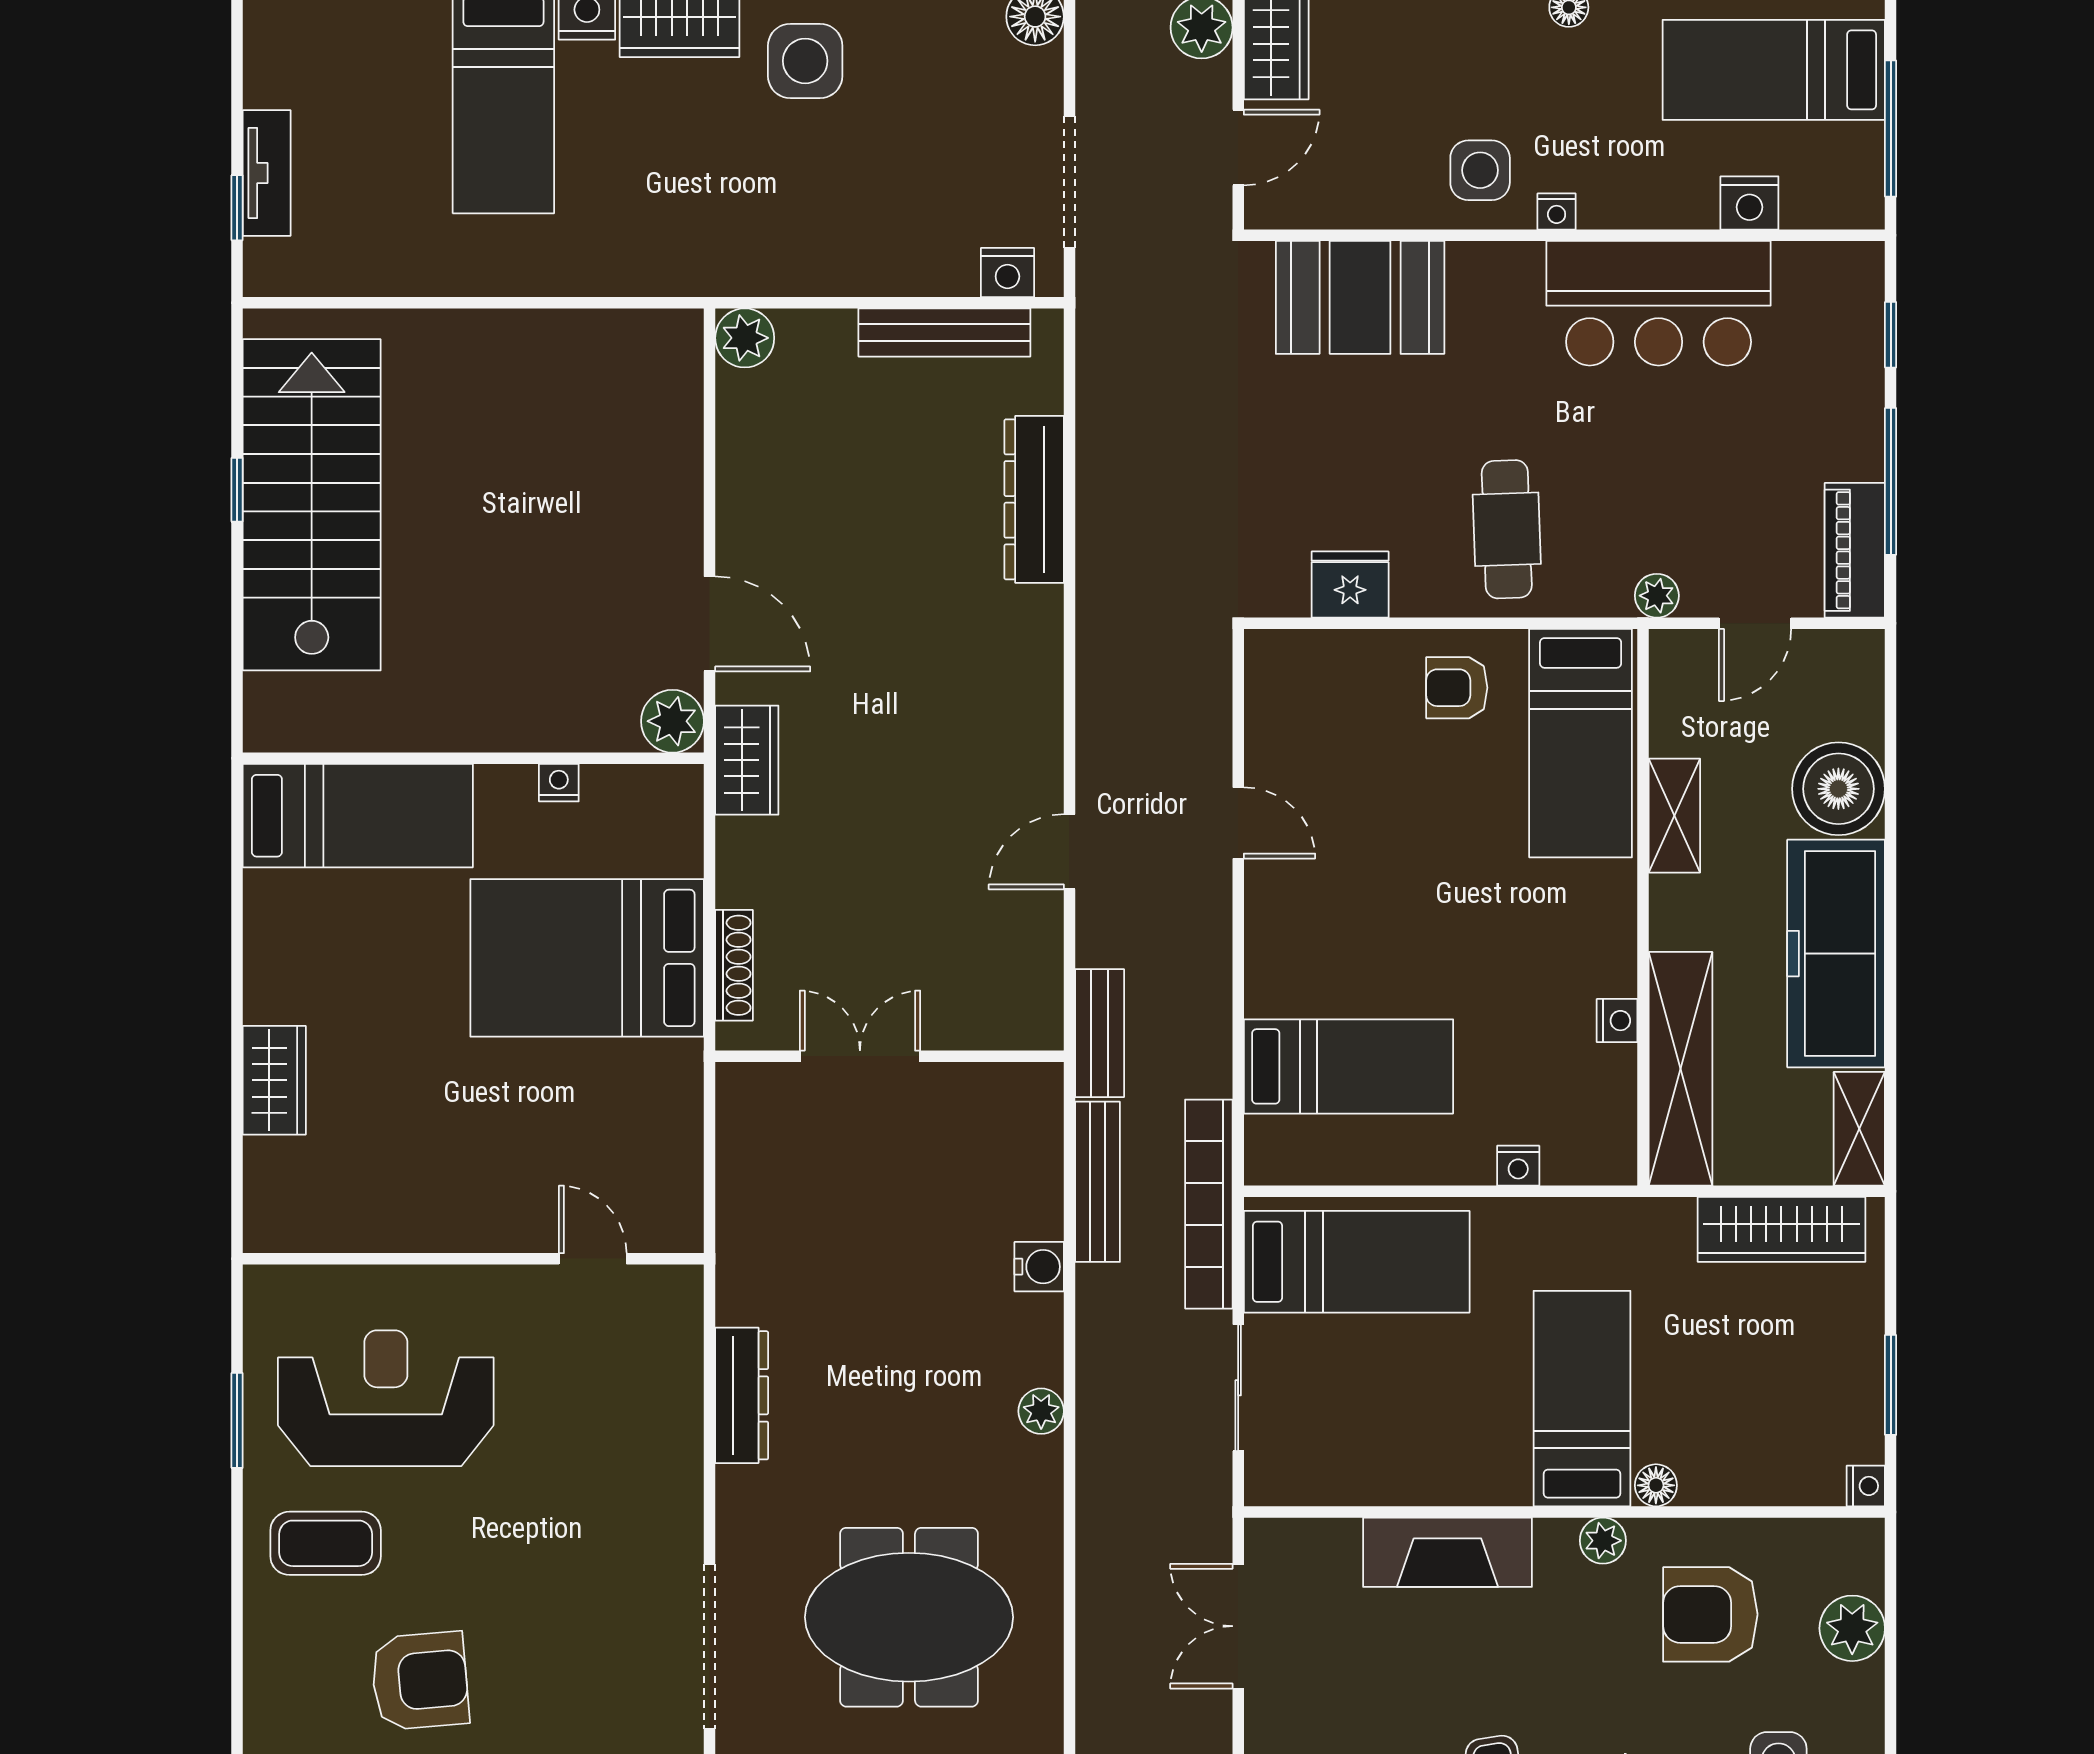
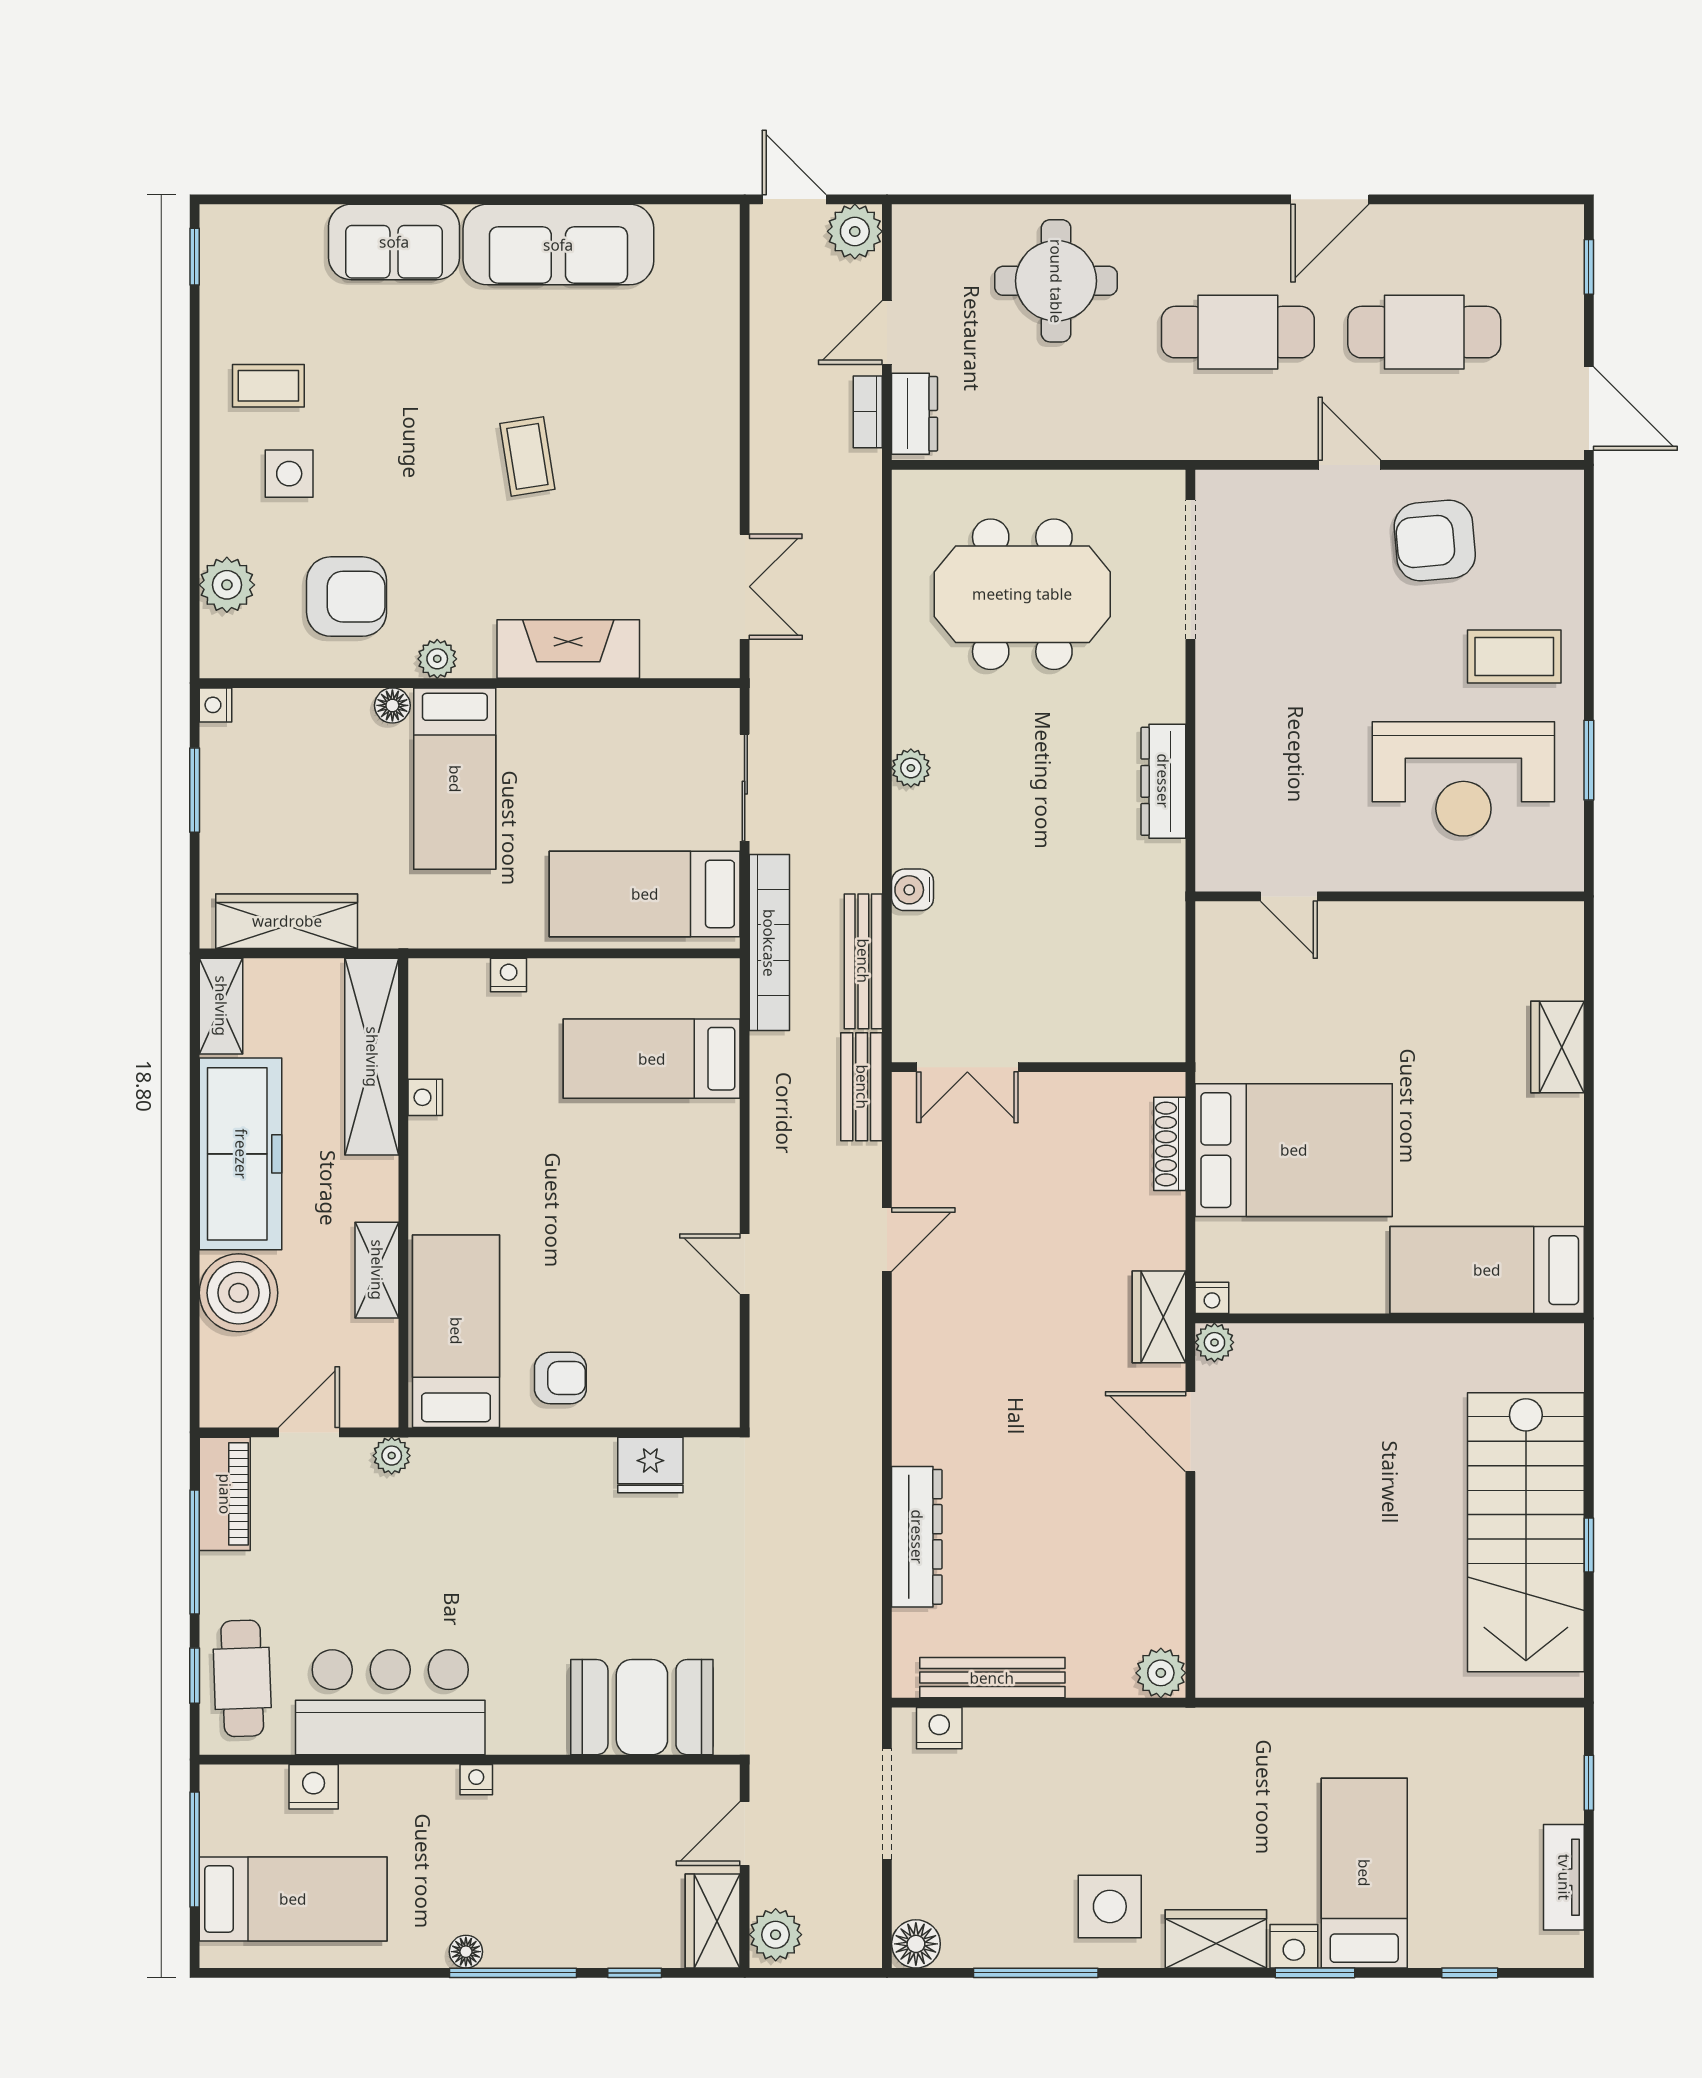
side table: (1480, 170) -> (541, 1814), removed
tv unit: (267, 173) -> (1564, 1877), moved
cafe table: (1507, 529) -> (242, 1678), moved
plant: (672, 721) -> (1214, 1342), width x0.73, depth x0.73
nightstand: (559, 783) -> (1212, 1298), moved
double door: (860, 1056) -> (967, 1067), moved

